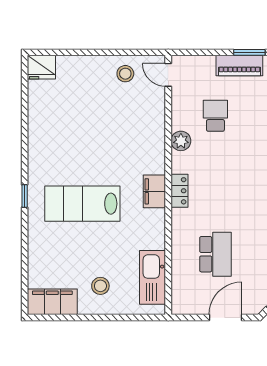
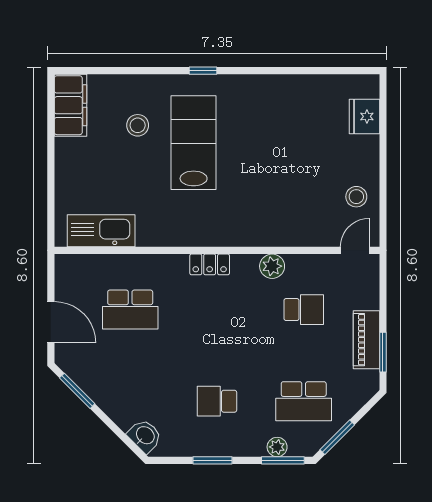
fridge: (41, 67) -> (364, 116), moved
filing cabinet: (154, 191) -> (209, 233), removed
stool: (100, 286) -> (138, 125), moved

